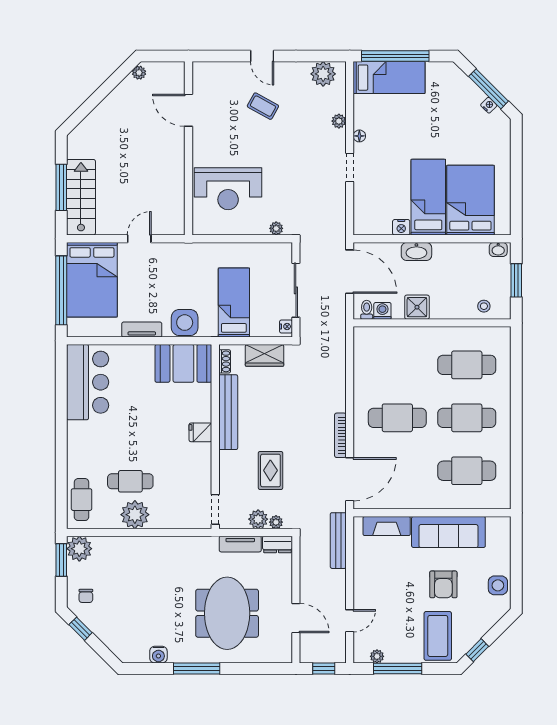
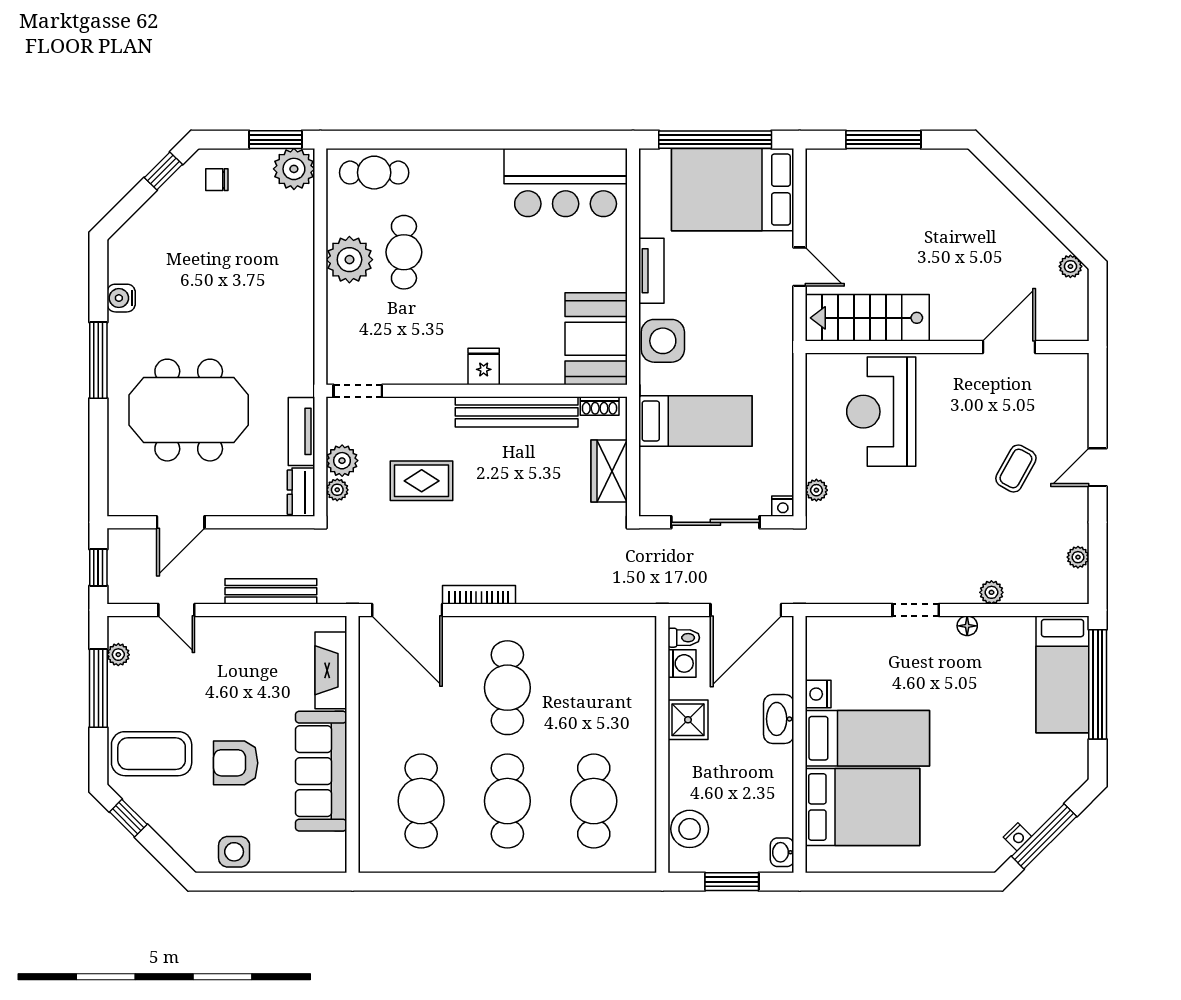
plant: (323, 74) -> (1078, 557), width x0.53, depth x0.53
stairs: (81, 197) -> (867, 318), moved, turned 180
stool: (484, 306) -> (690, 829), width x1.89, depth x1.89
nightstand: (286, 327) -> (783, 506), moved
bench: (338, 541) -> (271, 591), moved

